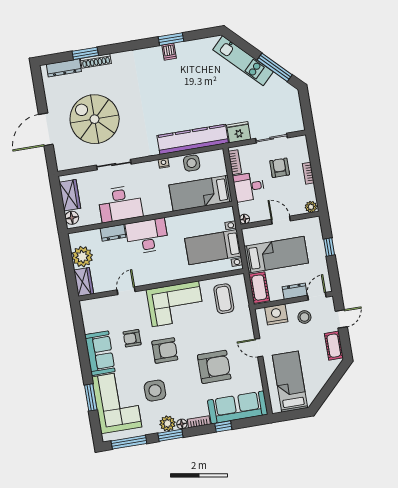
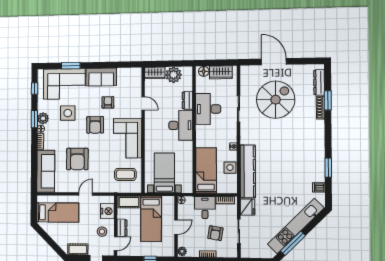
dishwasher: (169, 52) -> (319, 187), moved
kitchen unit: (243, 61) -> (296, 226), width x1.36
armchair: (280, 168) -> (215, 233), turned 99
door: (317, 296) -> (116, 244), hinge flipped
window: (223, 426) -> (34, 158), removed
window: (129, 442) -> (35, 88), width x0.46

